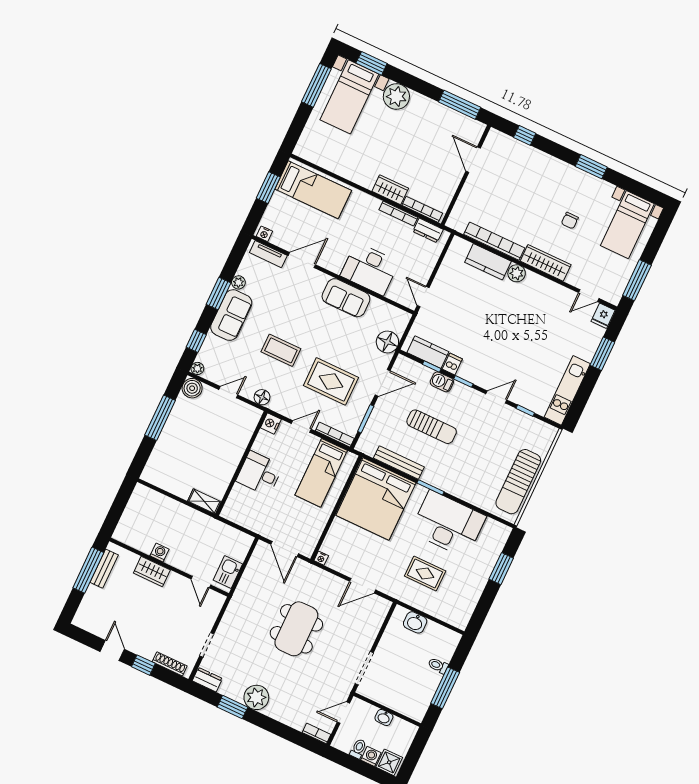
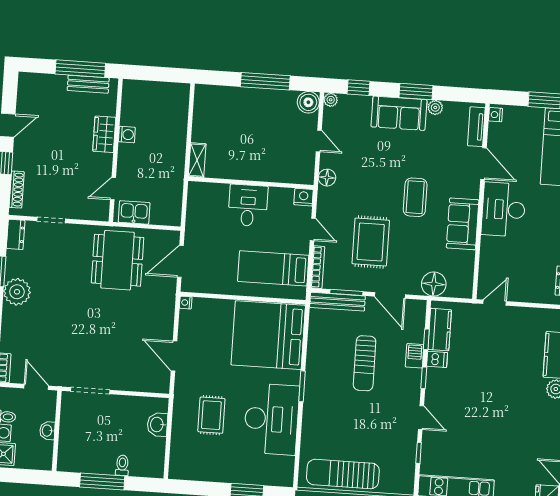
desk: (370, 269) -> (503, 209), moved
coffee table: (281, 350) -> (415, 197), moved
bench: (399, 463) -> (337, 302), moved, turned 90
dining table: (296, 629) -> (118, 260), moved, turned 90

